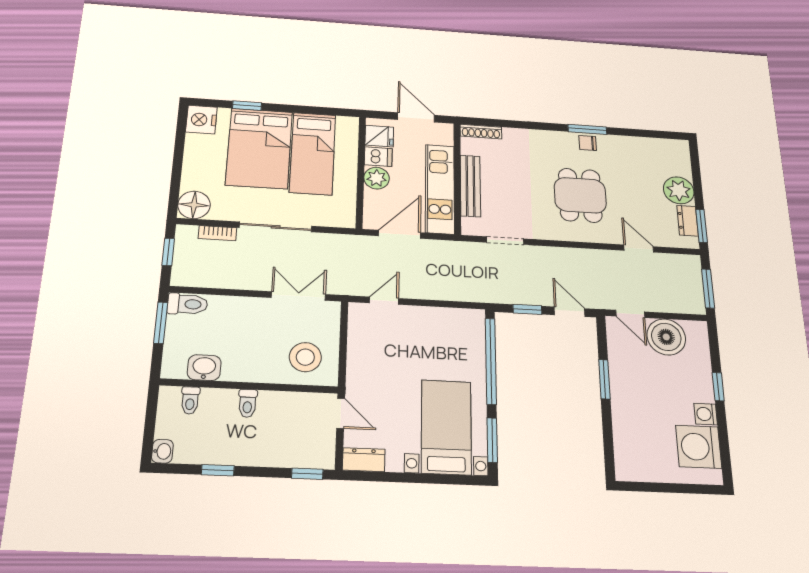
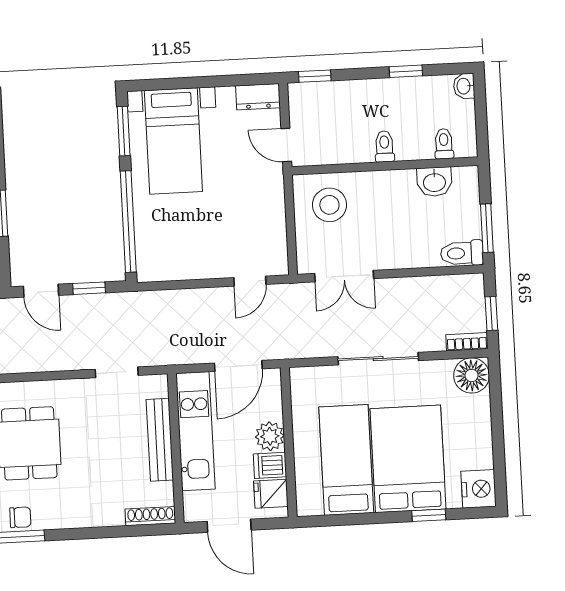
bookcase: (217, 233) -> (467, 342), moved

